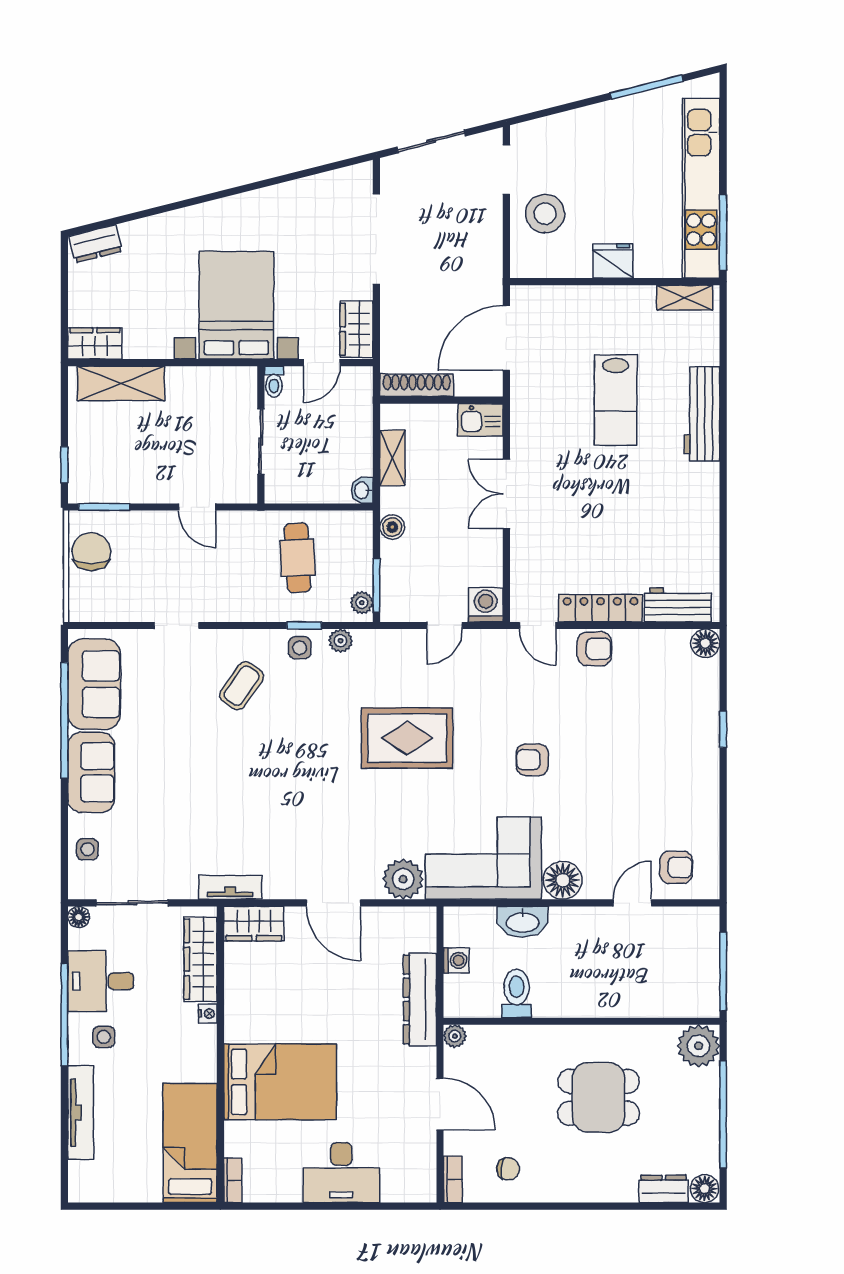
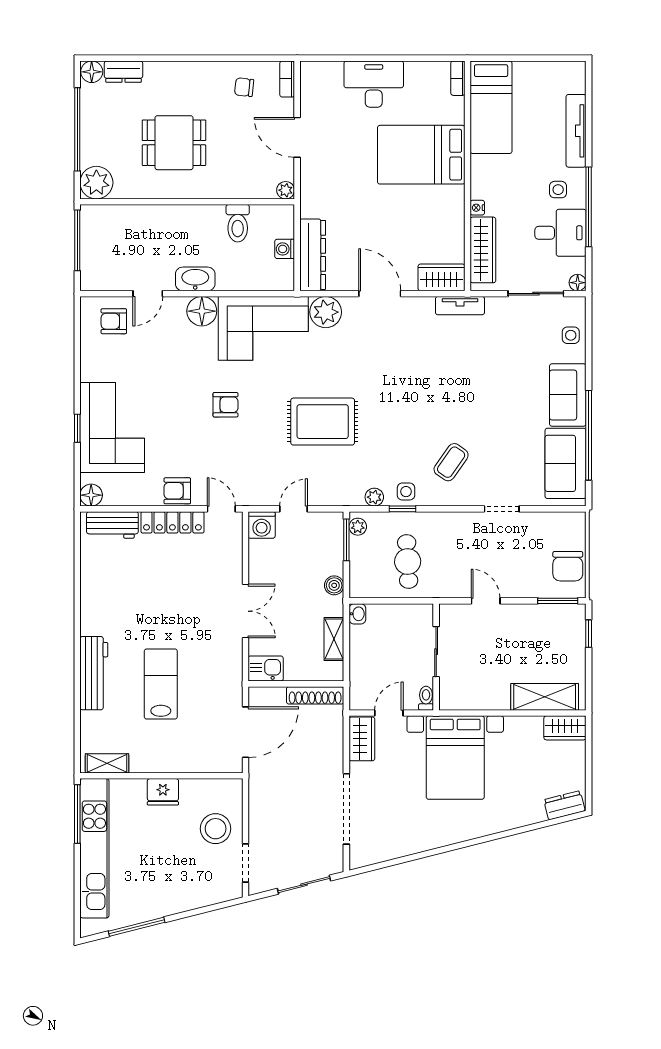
corner sofa: (678, 731) -> (112, 427), added
washbasin: (522, 922) -> (195, 279), moved
dresser: (420, 999) -> (313, 255), moved

